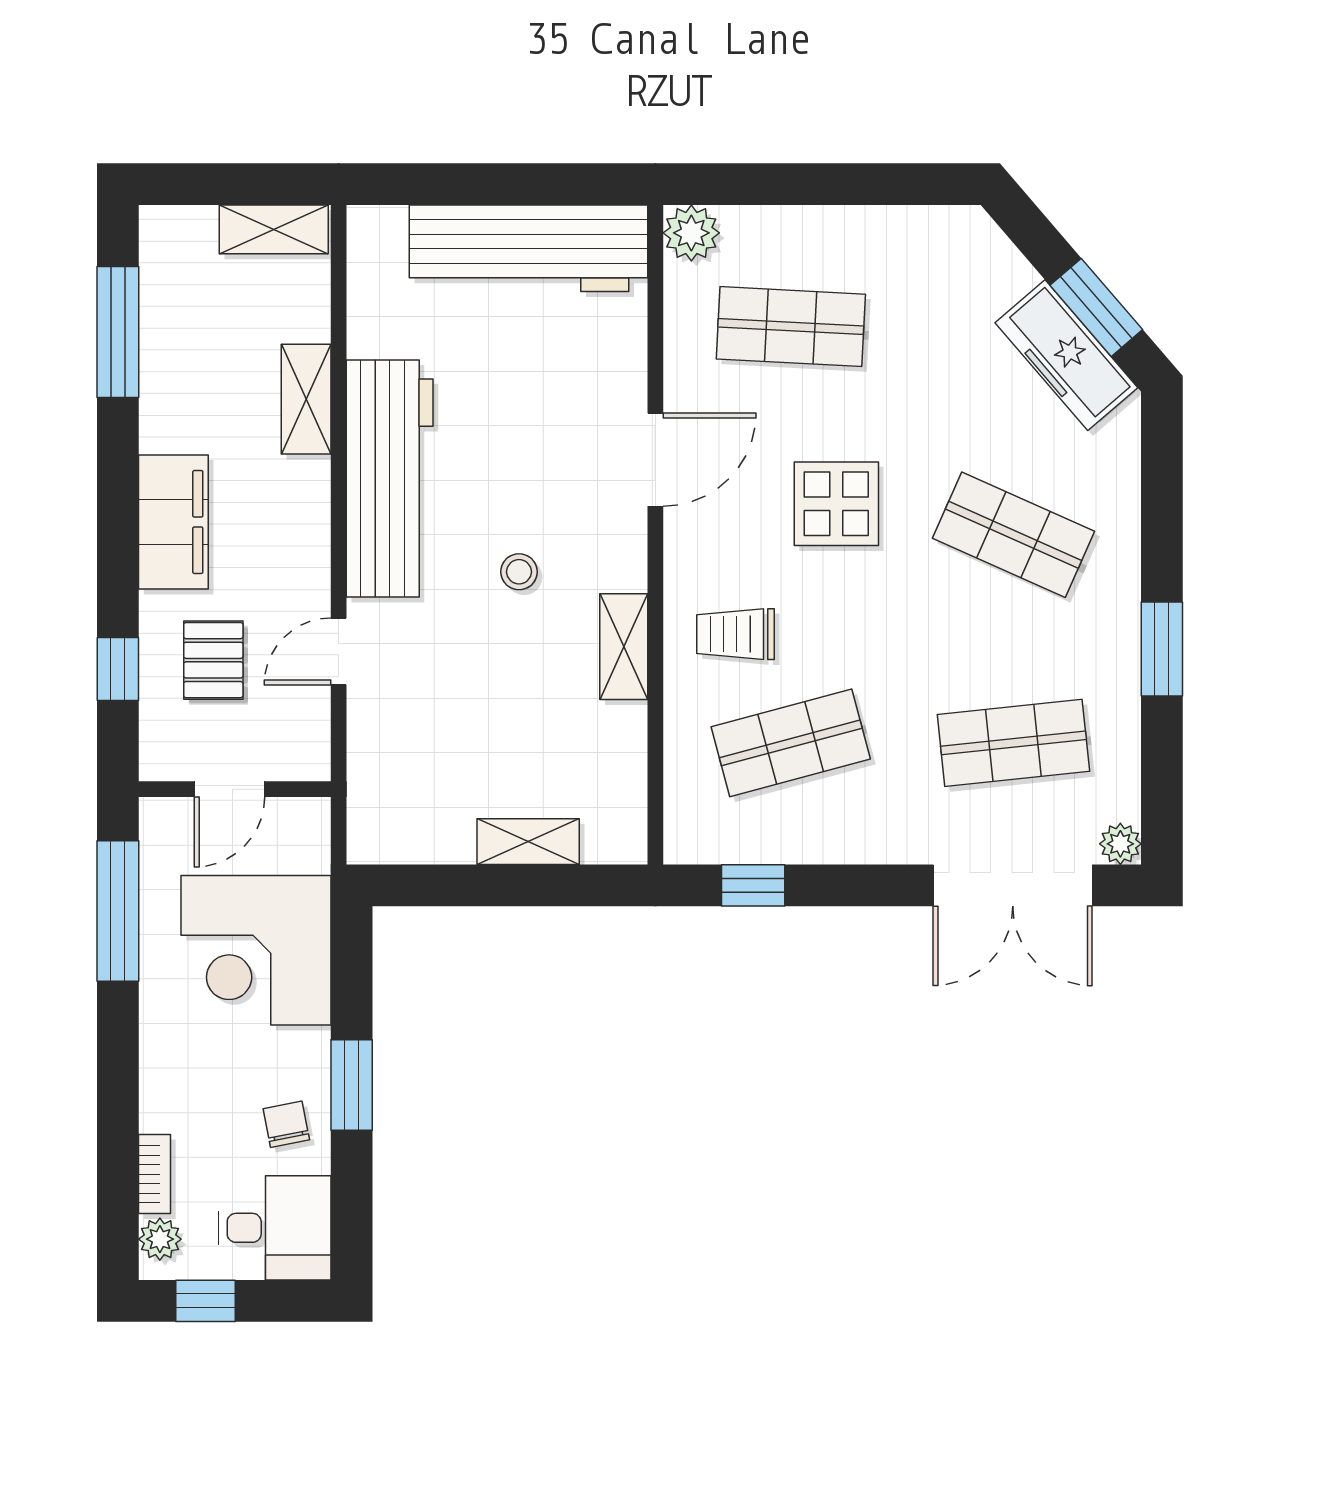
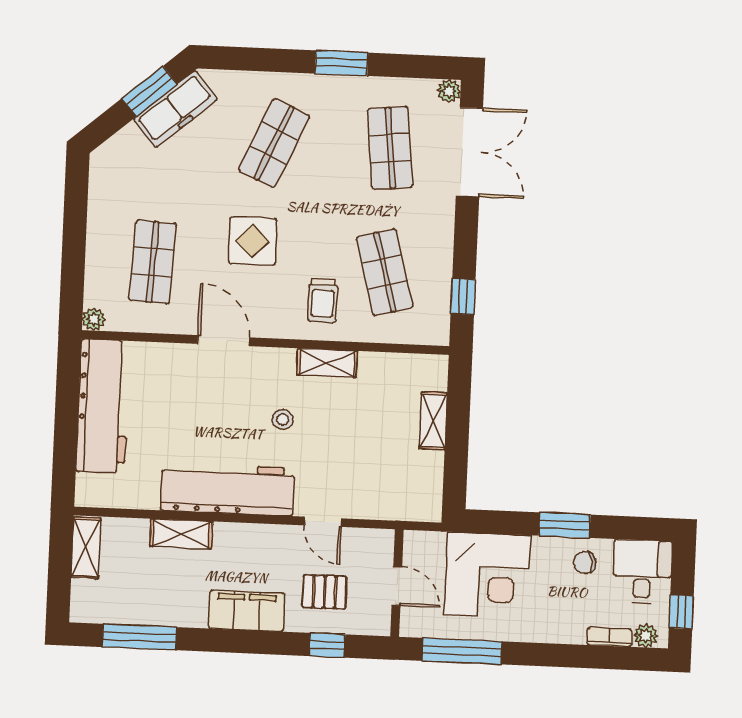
plant: (691, 233) -> (94, 319), width x0.73, depth x0.73

